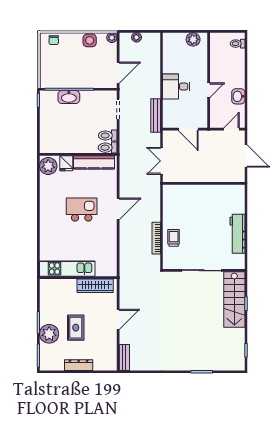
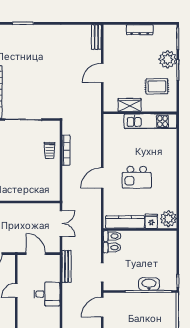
wardrobe: (95, 286) -> (130, 105), width x0.67
rug: (76, 328) -> (157, 86), moved, turned 90

